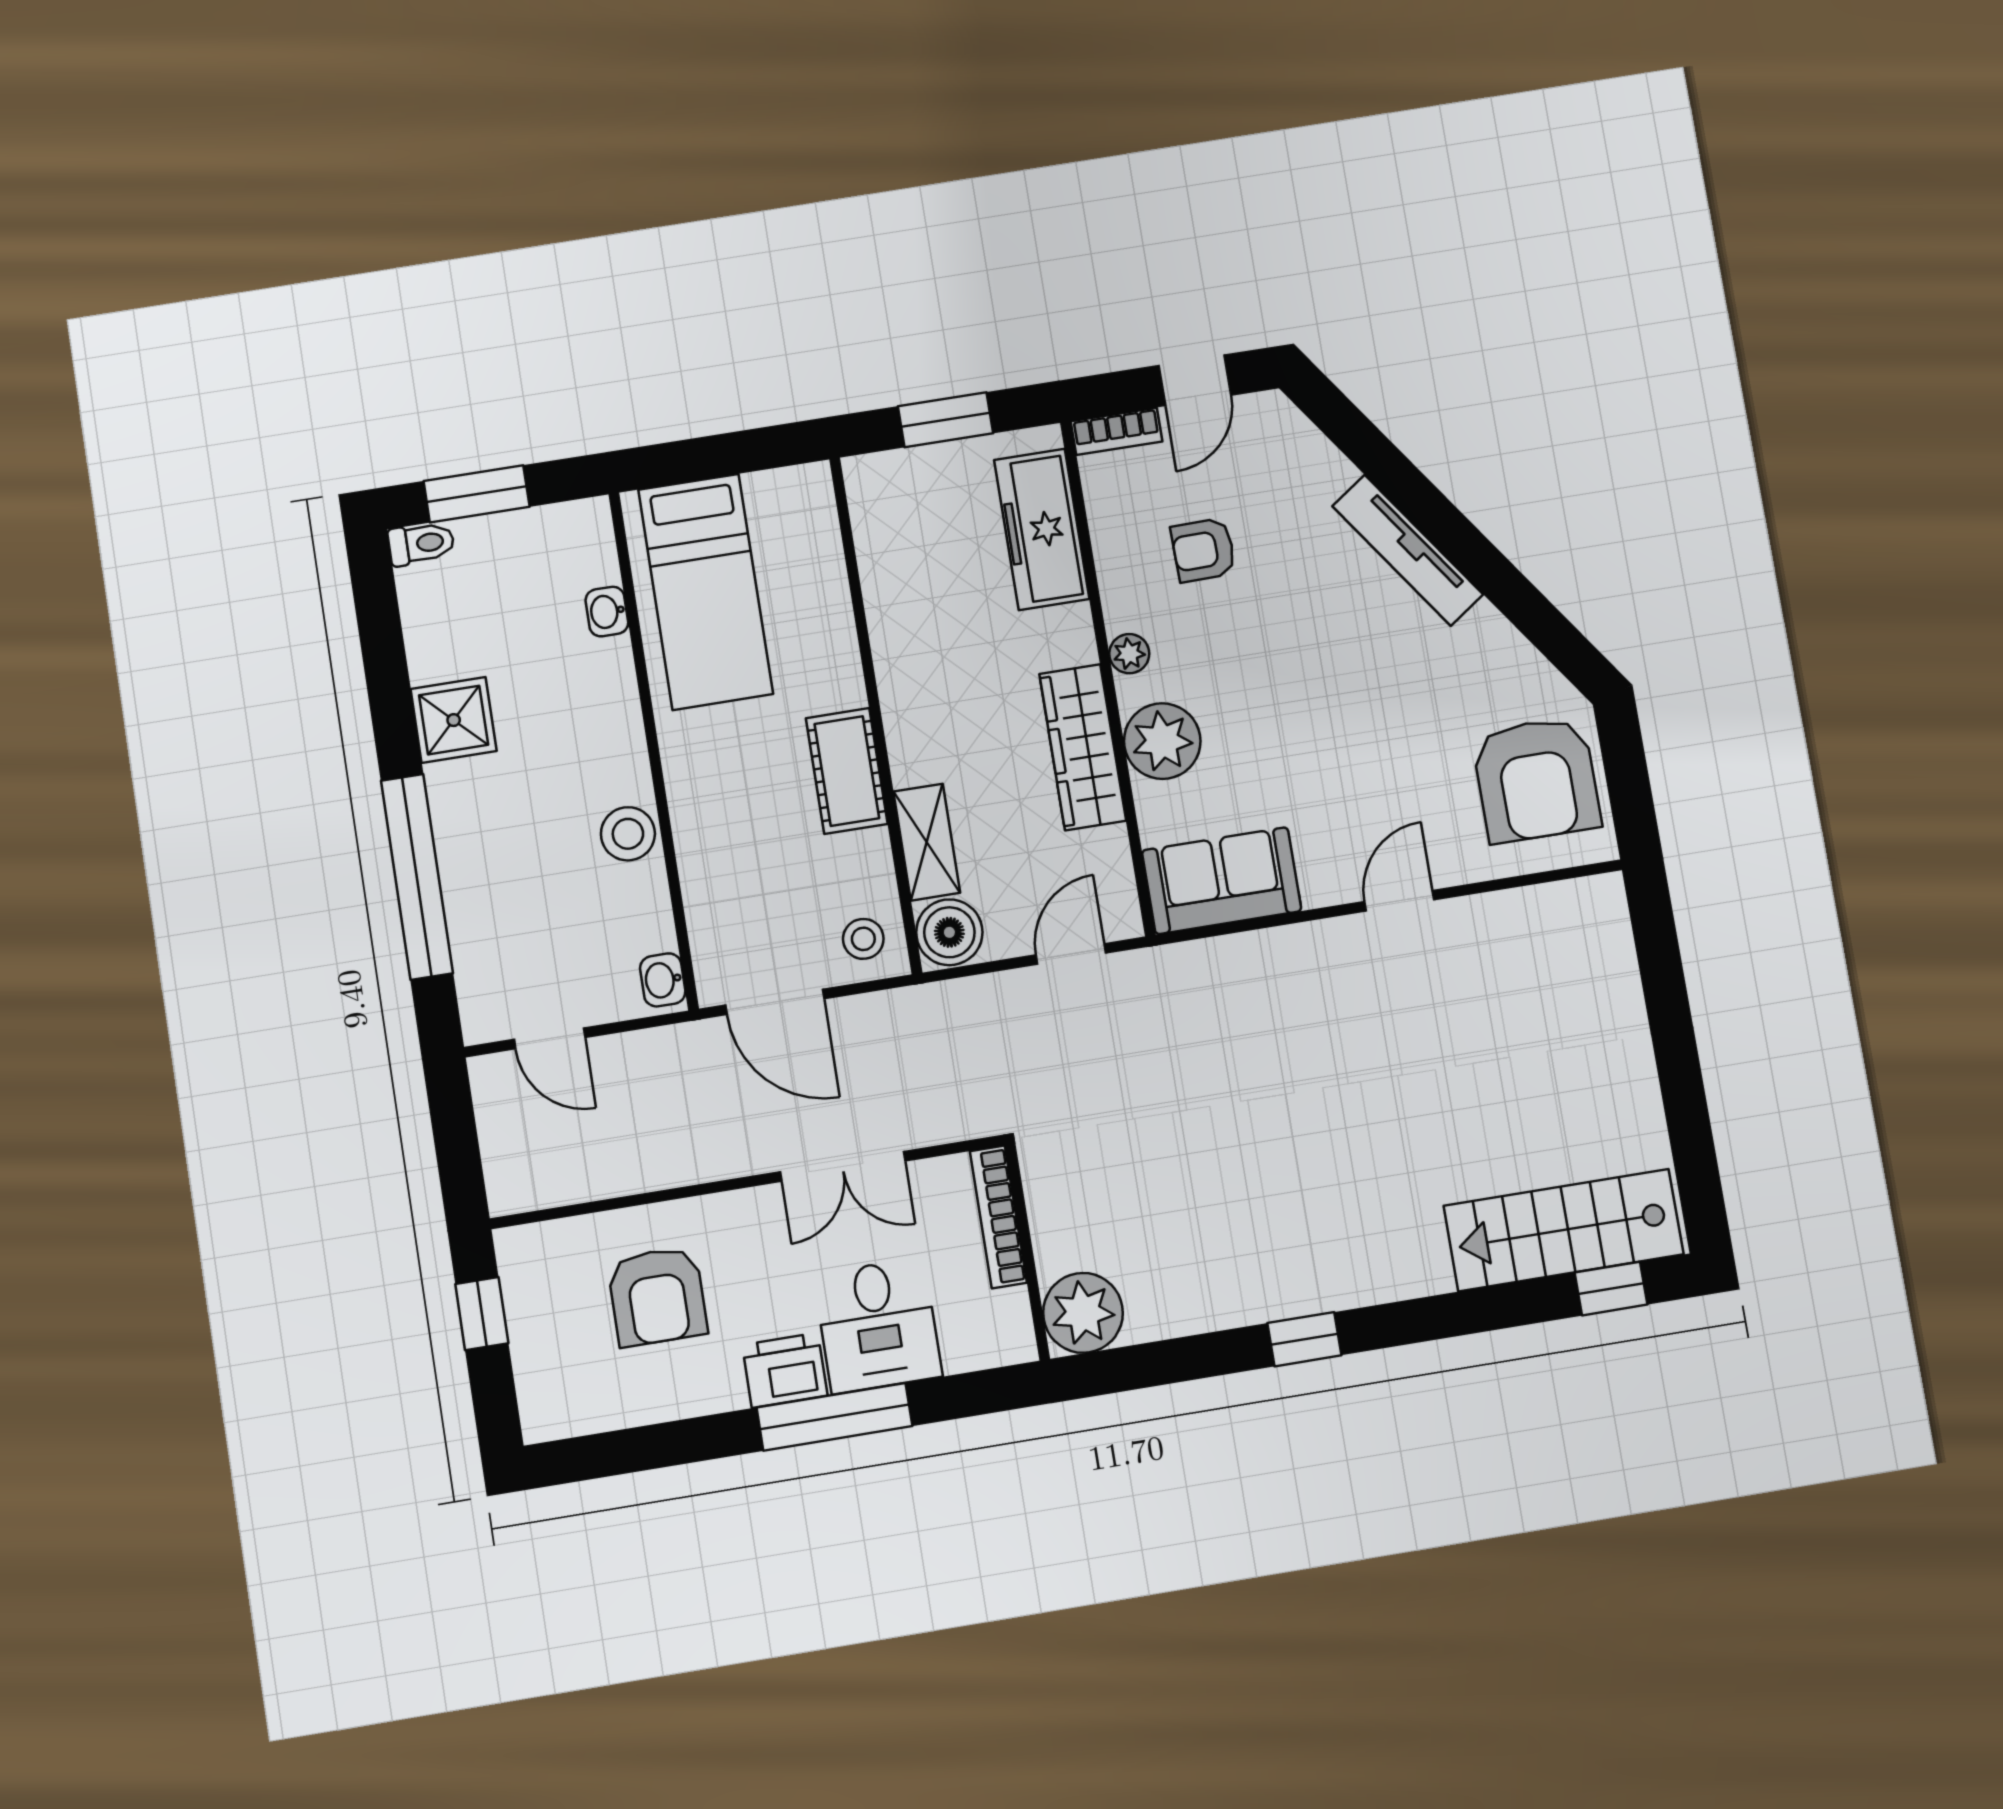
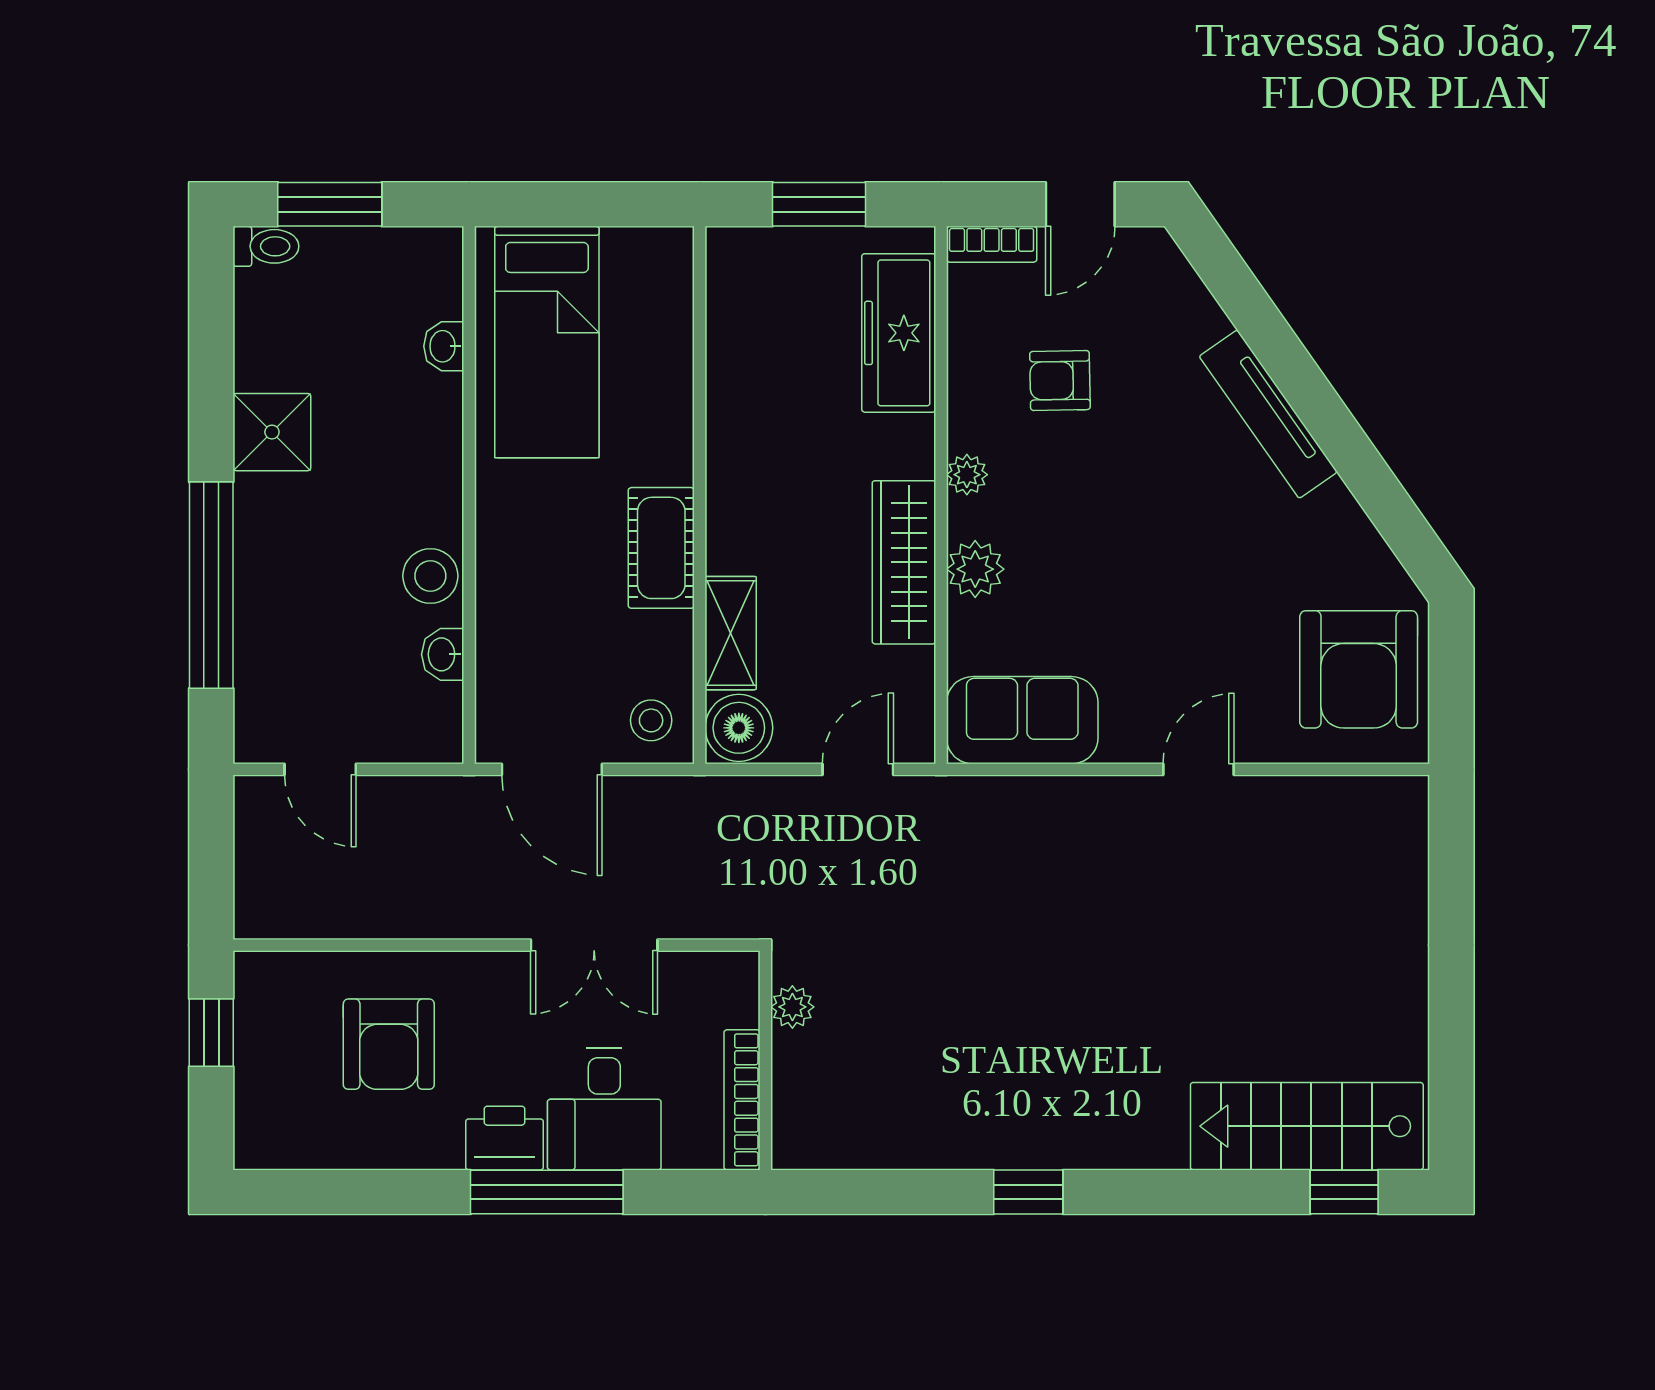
plant: (1162, 741) -> (975, 569), width x0.73, depth x0.73
washbasin: (663, 980) -> (443, 654), moved
bookcase: (998, 1217) -> (742, 1100), moved
plant: (1083, 1313) -> (792, 1007), moved, width x0.53, depth x0.53

